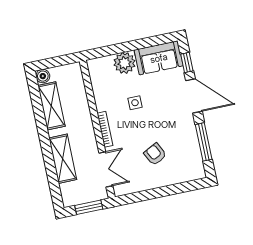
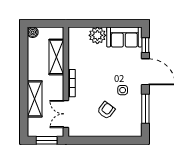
side table: (135, 103) -> (123, 90), moved
shelving: (51, 106) -> (56, 57), moved
armchair: (155, 154) -> (106, 110), turned 64
double door: (106, 169) -> (66, 114), swing flipped

